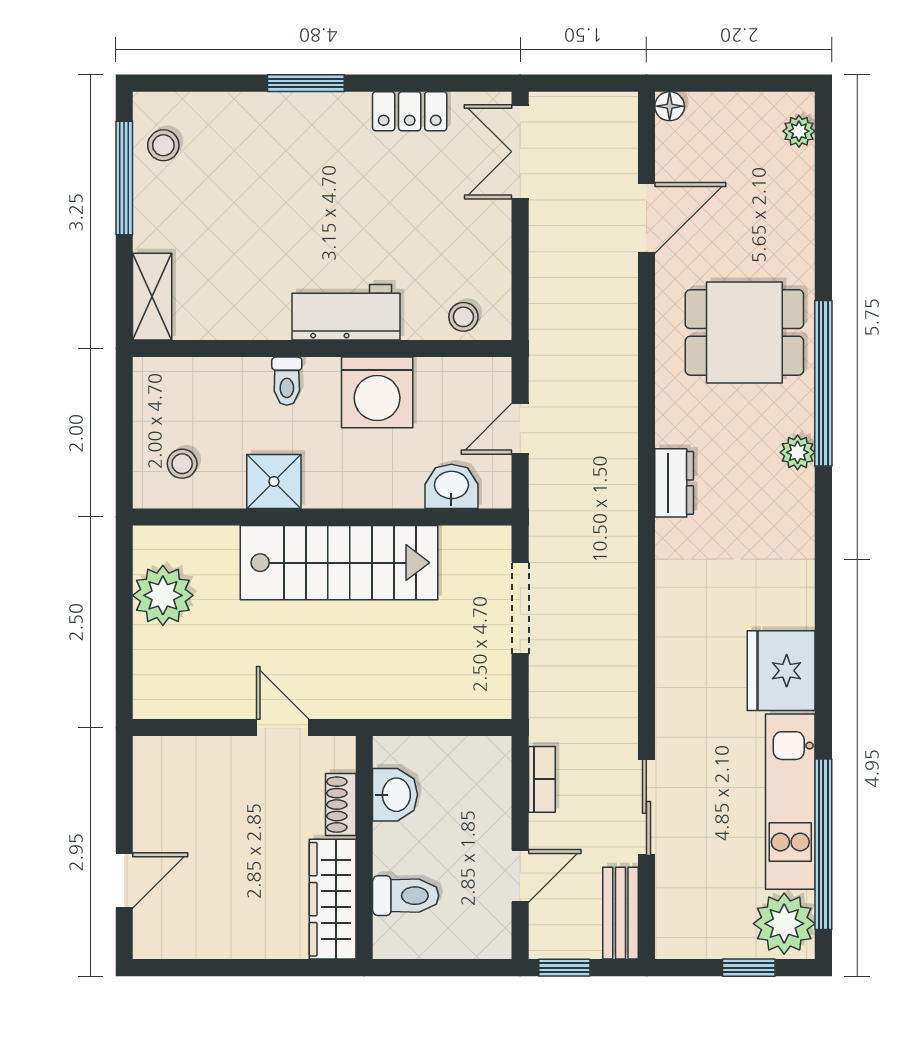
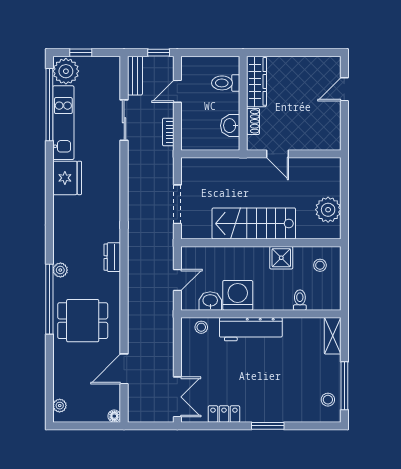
workbench: (346, 312) -> (251, 329), width x1.38
toilet: (287, 381) -> (300, 300), moved
washbasin: (451, 486) -> (210, 301), moved, turned 180

